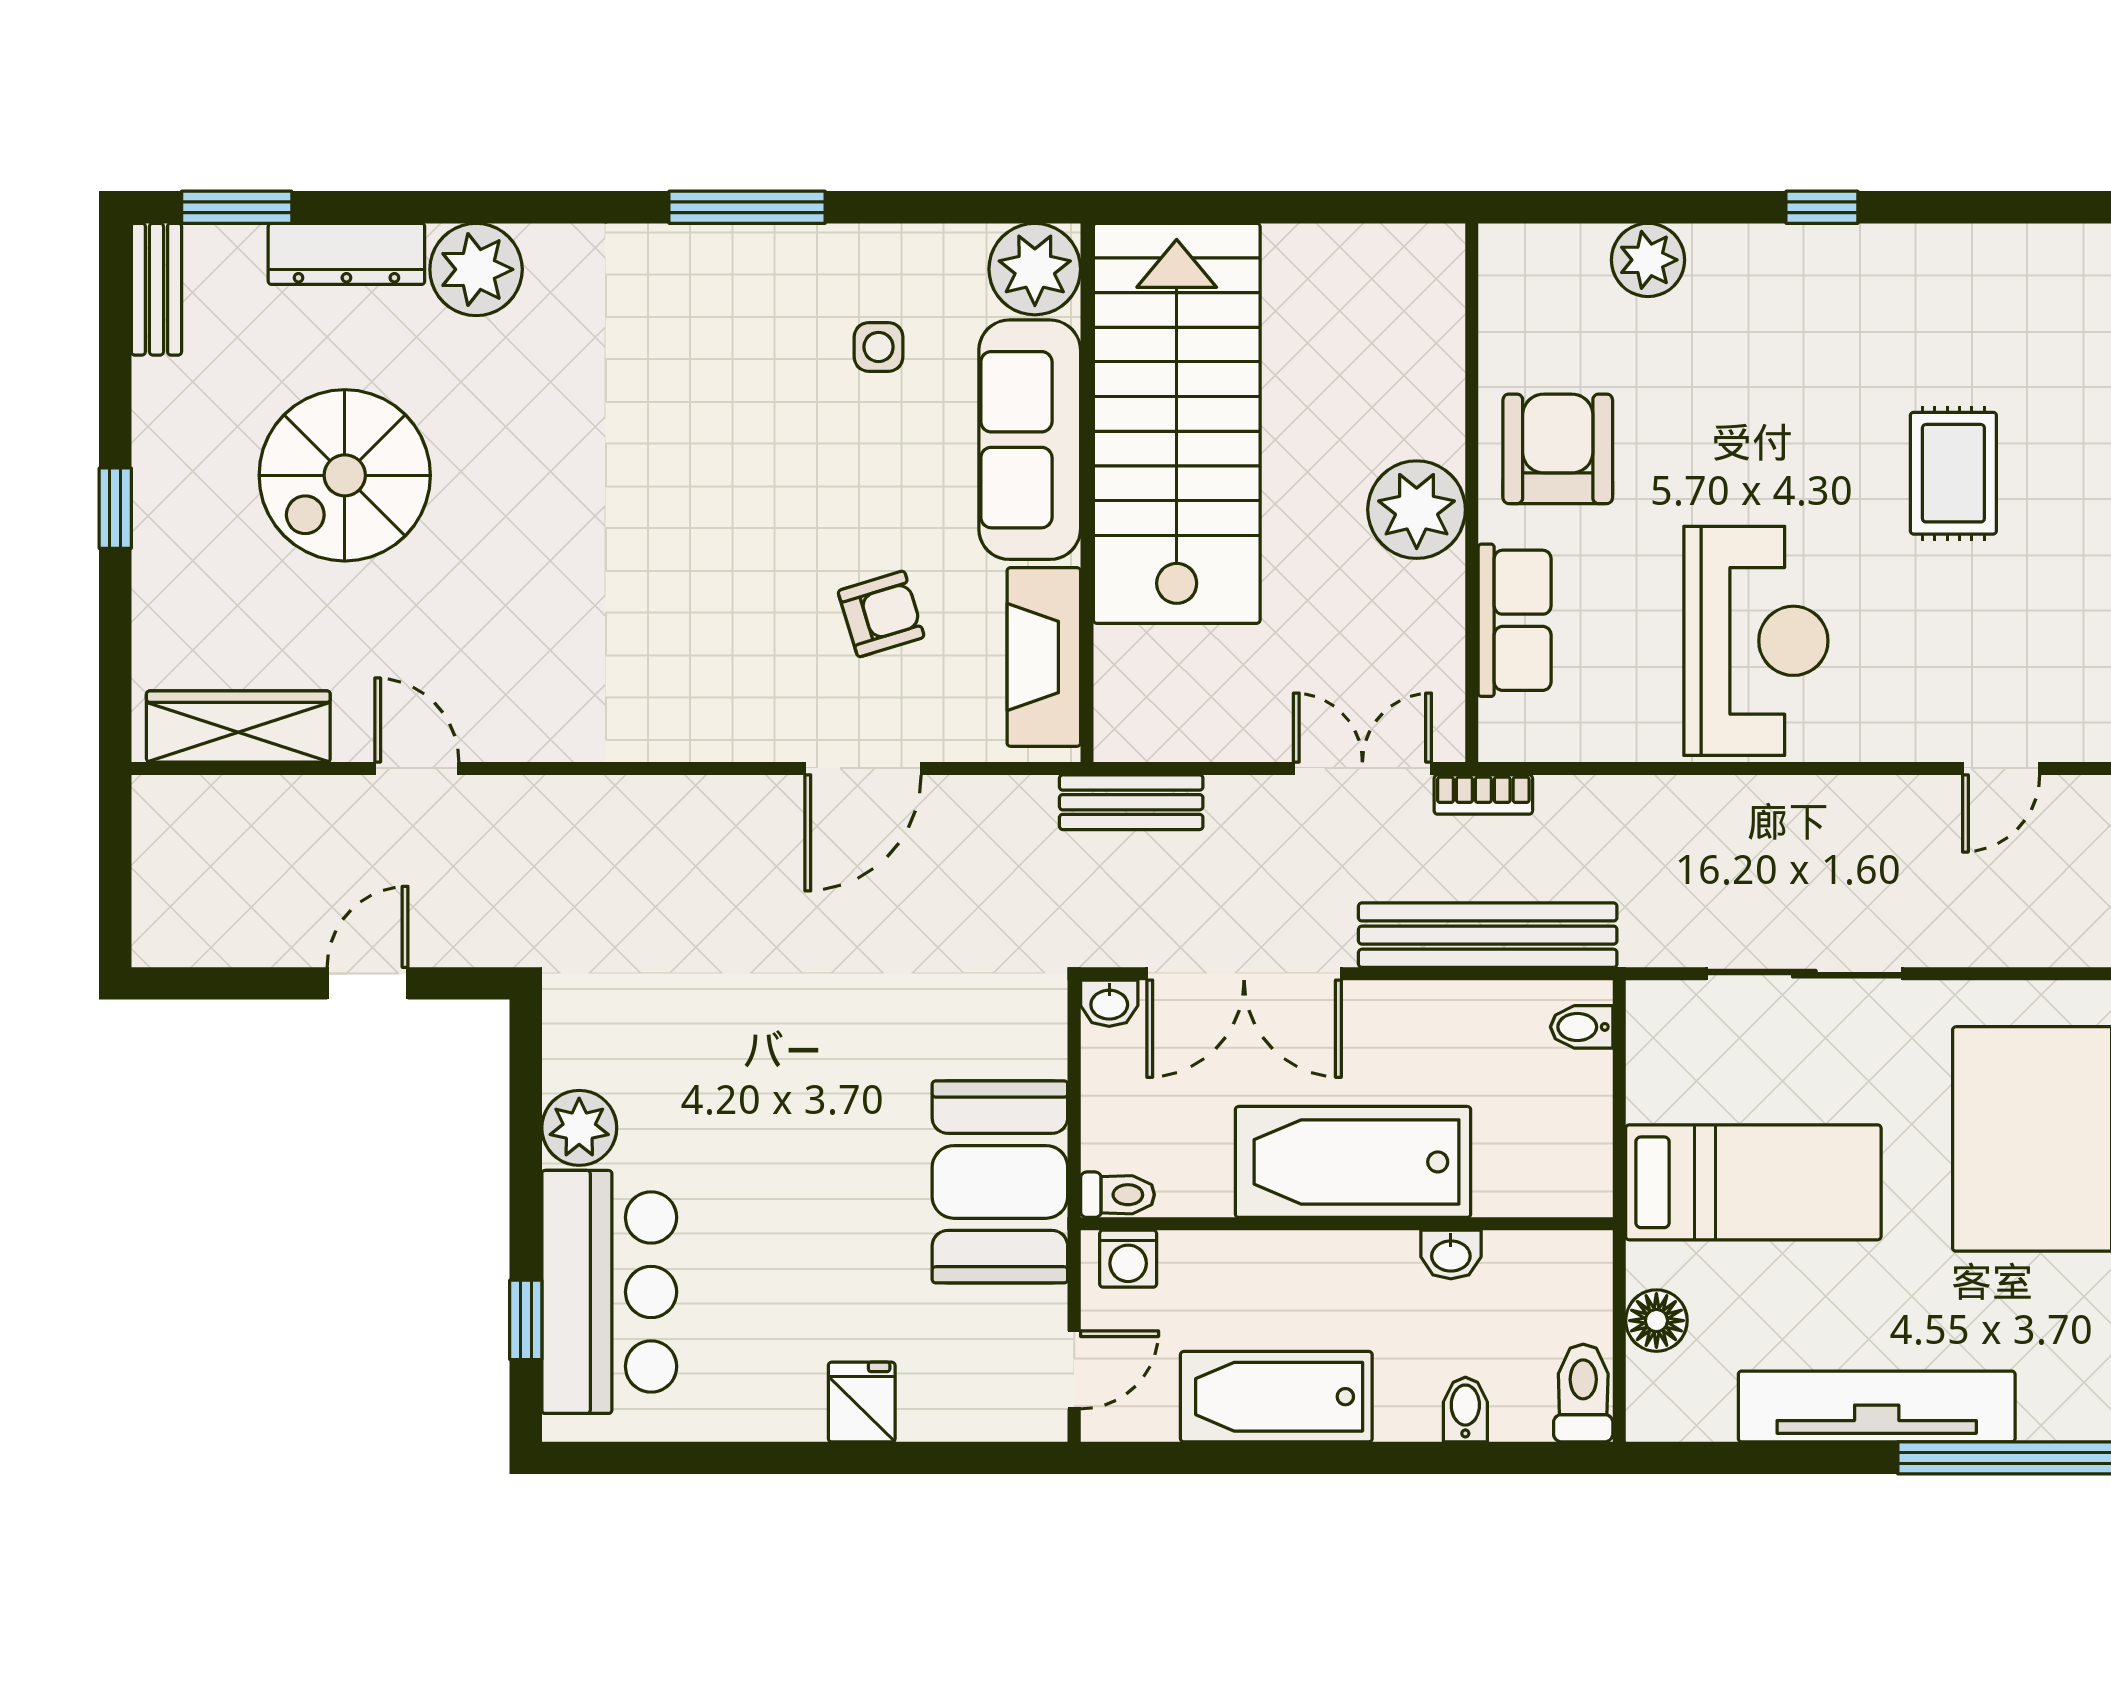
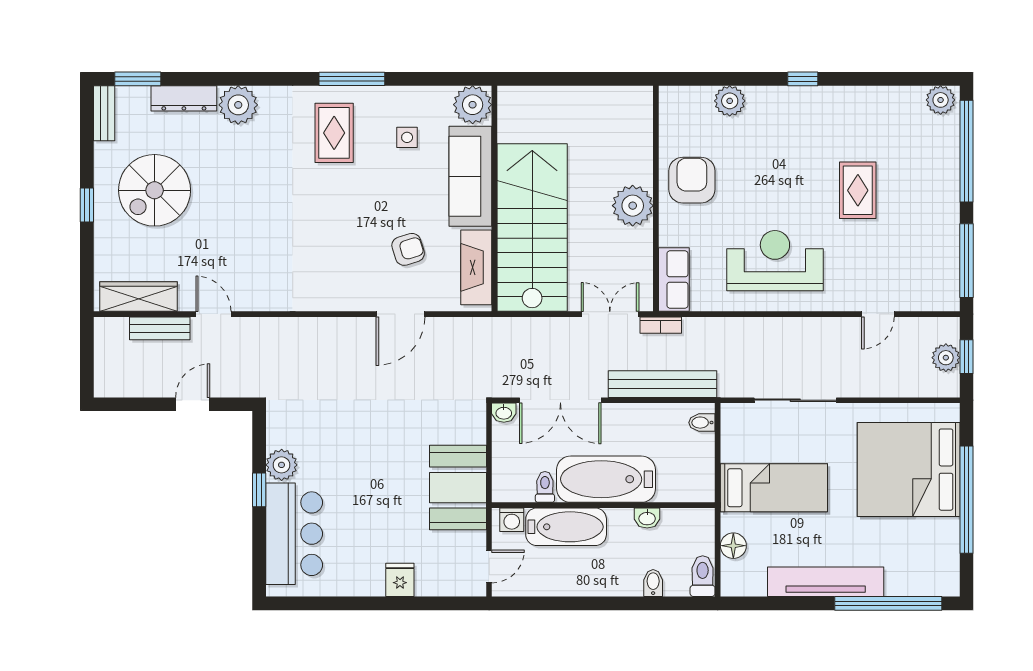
rug: (705, 336) -> (334, 133), added
stairs: (1177, 423) -> (532, 228), moved
spiral stairs: (345, 475) -> (155, 190), moved
row of seats: (1515, 620) -> (674, 279), moved
reception desk: (1756, 641) -> (775, 261), turned -90
bench: (1131, 802) -> (160, 328), moved
toilet: (1117, 1195) -> (545, 487), moved, turned -90
window: (526, 1320) -> (259, 490), moved
bathtub: (1276, 1397) -> (566, 527), moved, turned 180

